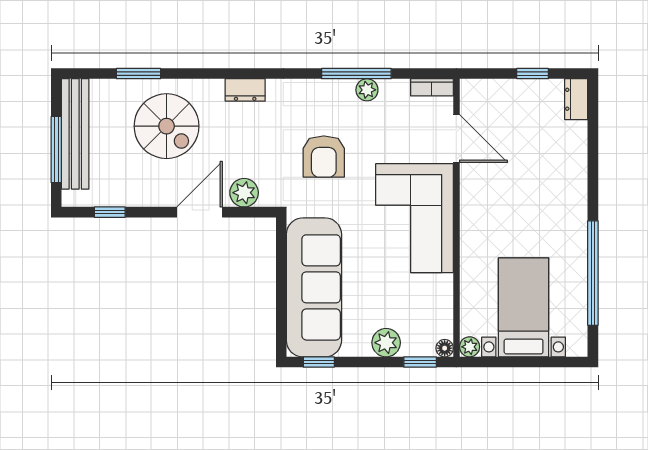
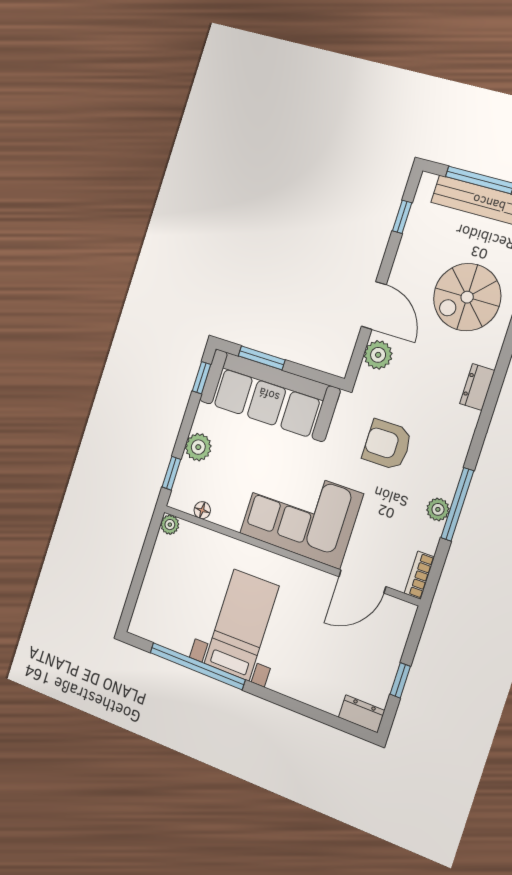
window: (281, 307) -> (262, 358), added
bed with nightstands: (524, 307) -> (242, 625), moved, turned -90
floor lamp: (445, 348) -> (202, 510), moved

